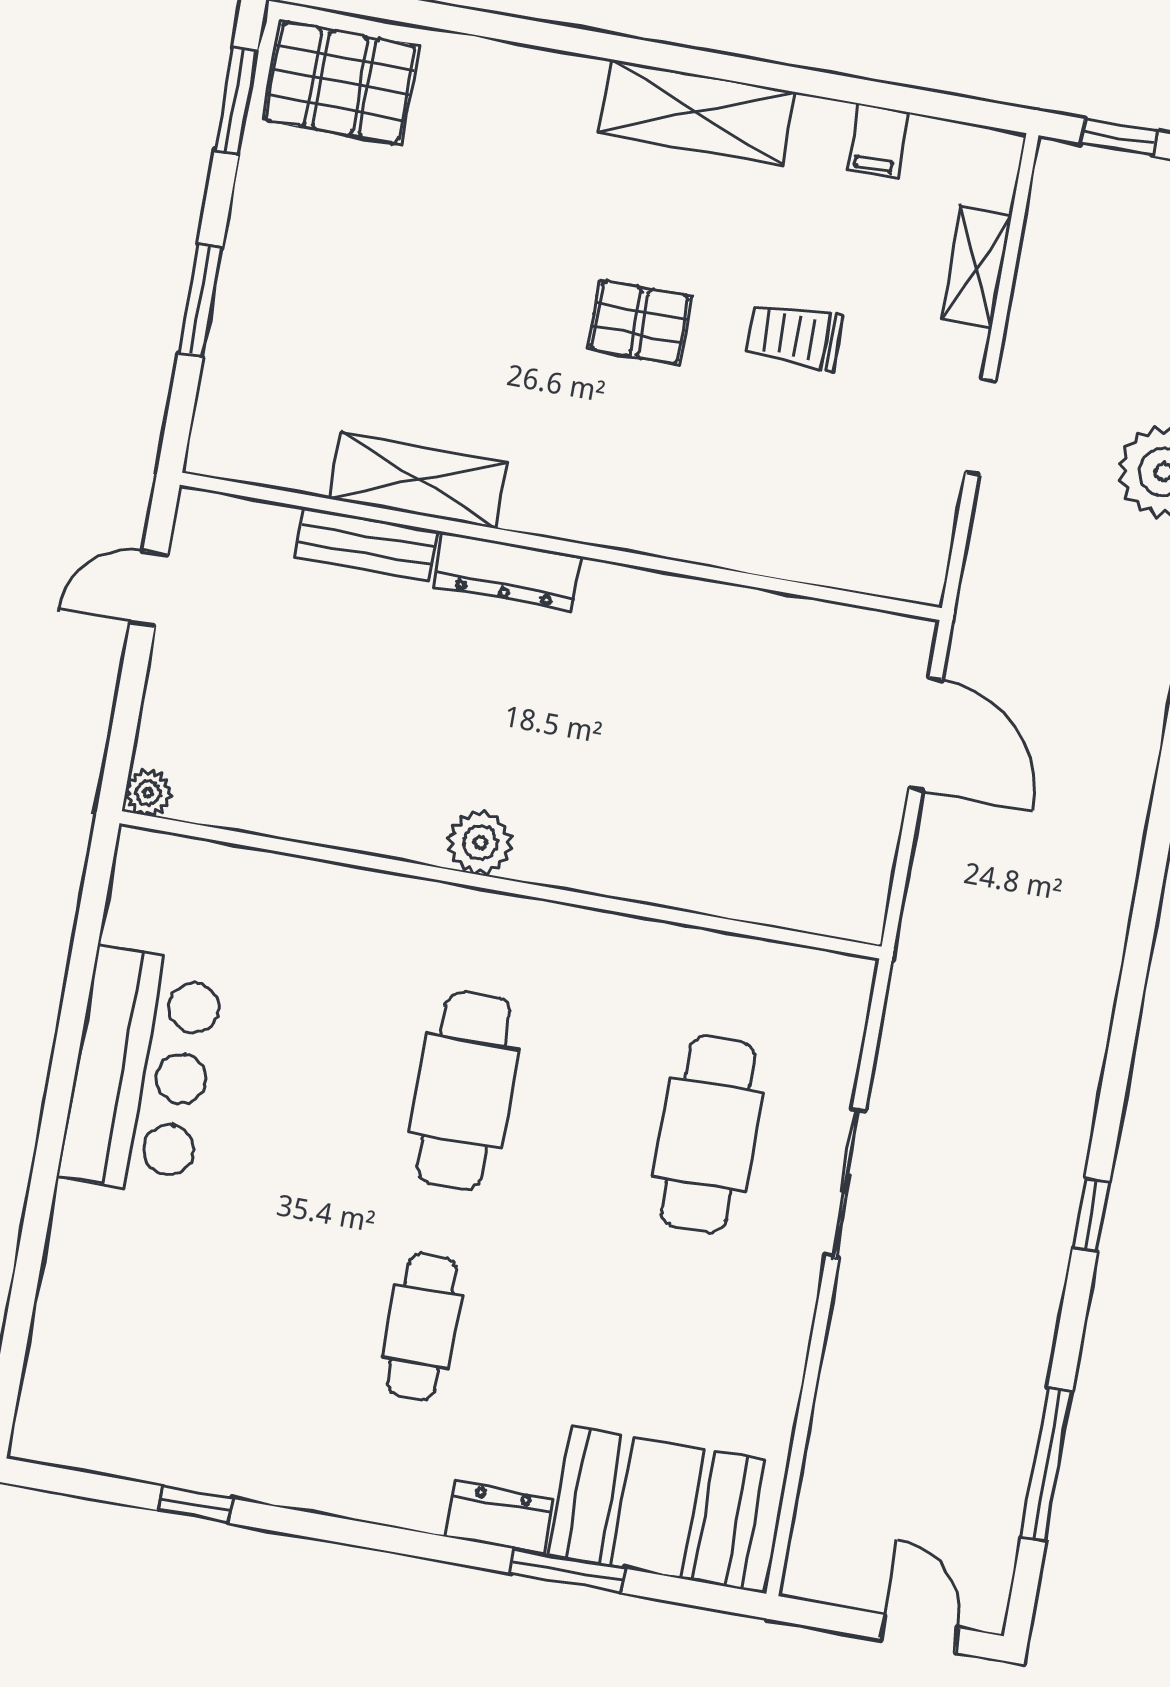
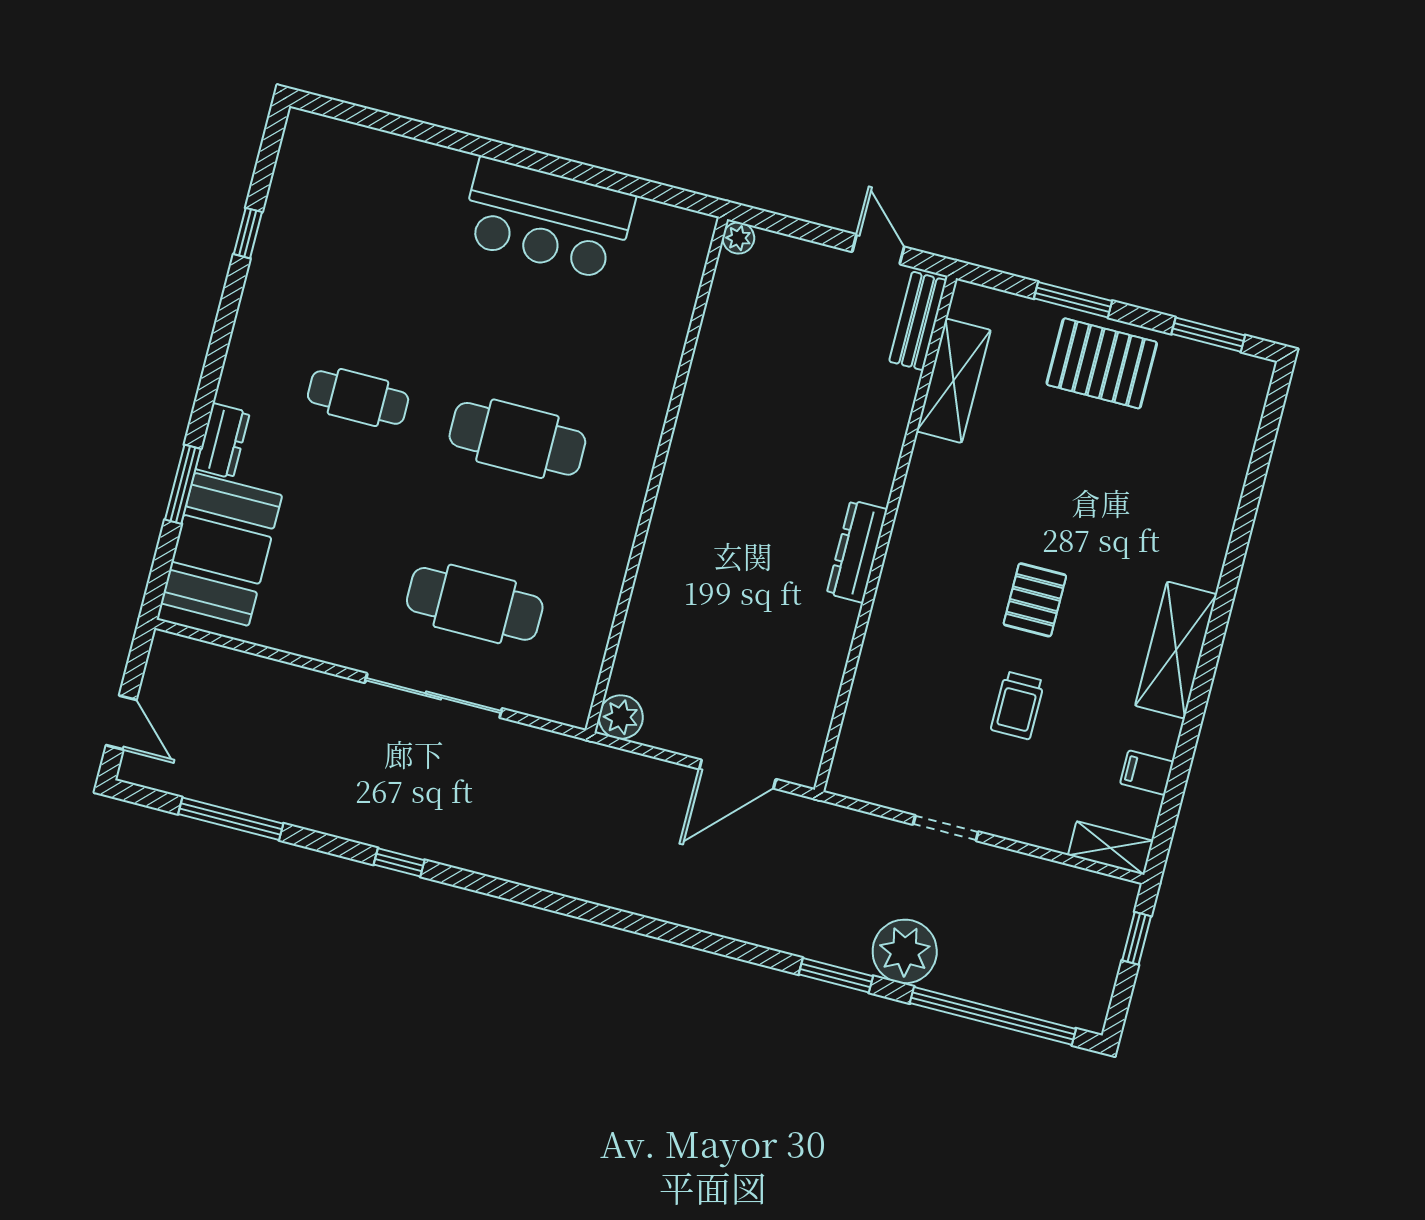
pallet: (340, 83) -> (1102, 363), moved, turned 90
shelving: (976, 267) -> (1111, 848), moved
trolley: (795, 336) -> (1018, 705), turned 180
shelving: (418, 480) -> (954, 381), moved
bench: (366, 544) -> (918, 321), moved
dresser: (507, 571) -> (857, 551), moved
plant: (480, 843) -> (621, 717), moved
sliding door: (846, 1184) -> (433, 696), width x1.37
door: (919, 1633) -> (121, 722), hinge flipped

